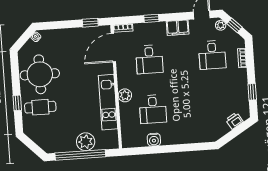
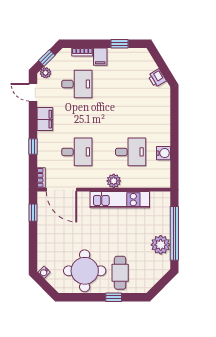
filing cabinet: (239, 75) -> (100, 57), added
printer: (234, 121) -> (157, 78), moved
plant: (86, 142) -> (161, 245), moved

